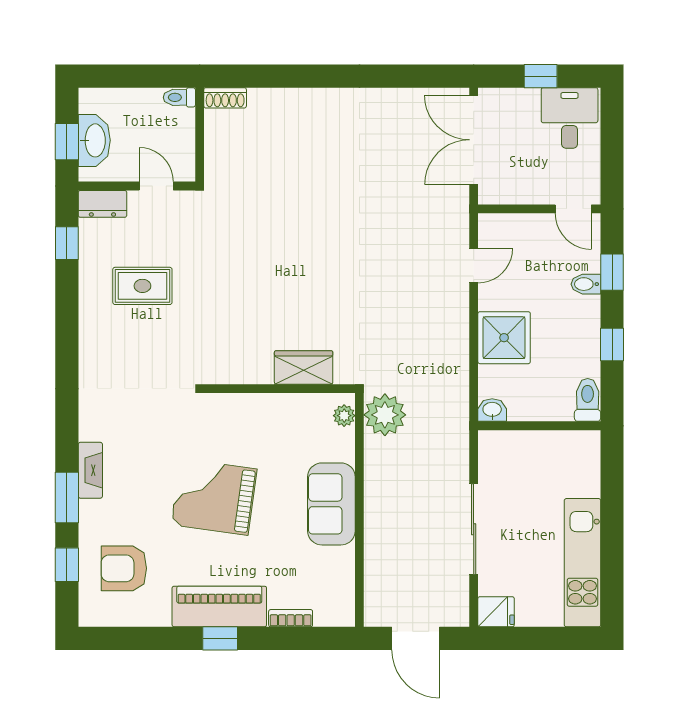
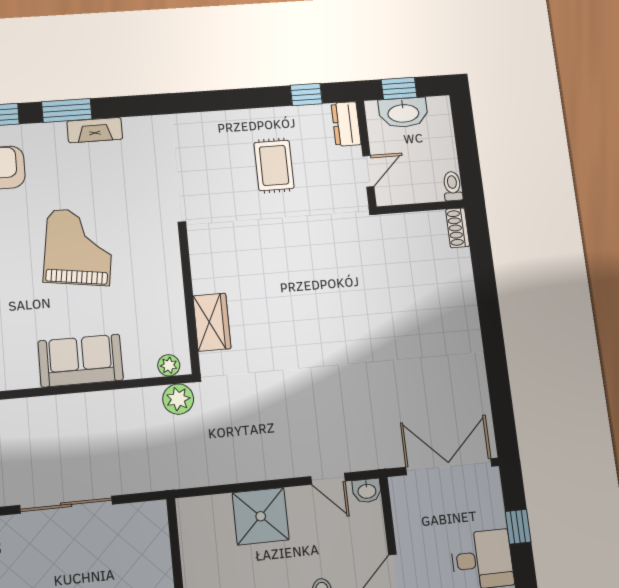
washbasin: (492, 410) -> (367, 491), moved, turned 90
plant: (385, 415) -> (178, 399), width x0.73, depth x0.73

